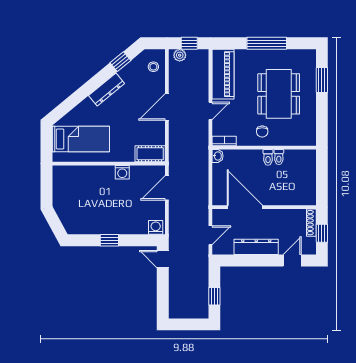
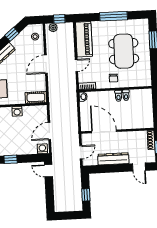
door: (167, 188) -> (49, 131), moved
door: (292, 261) -> (139, 167), swing flipped

